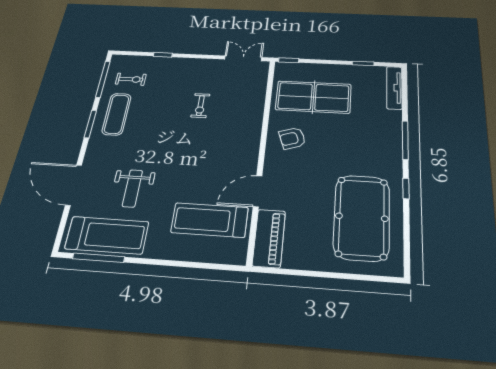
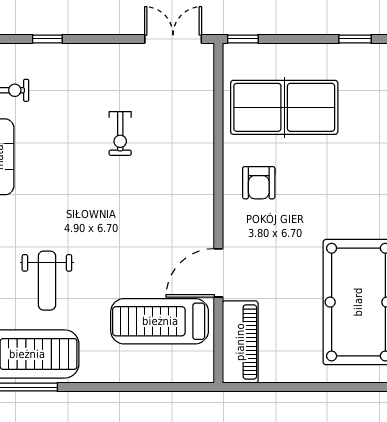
armchair: (292, 138) -> (259, 183), turned -71

